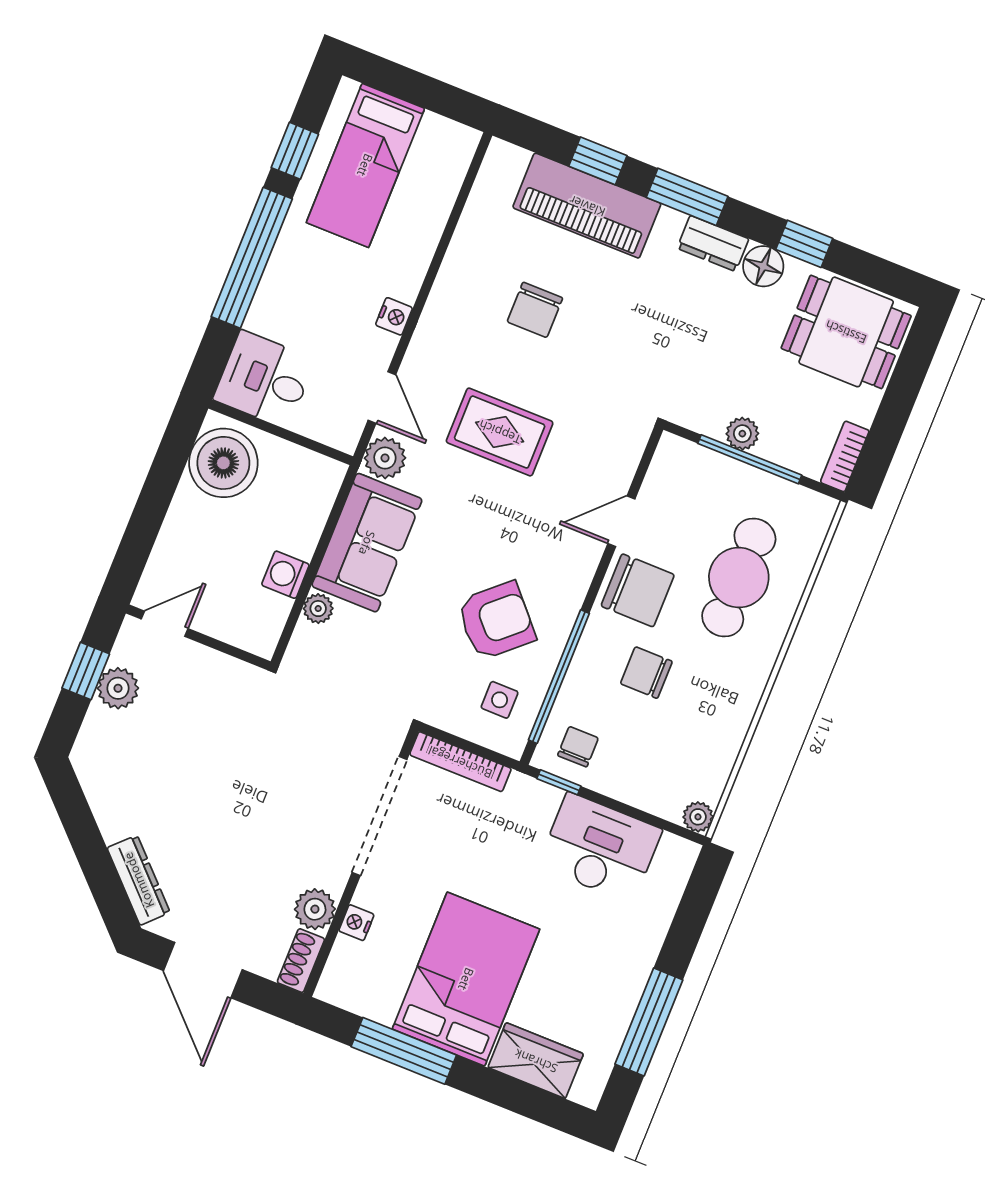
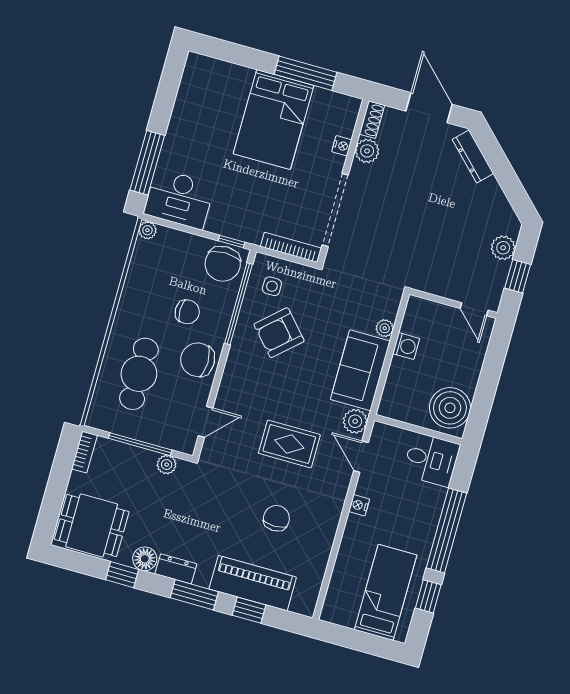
plant: (742, 434) -> (167, 465), moved
door: (621, 521) -> (206, 422), moved
door: (165, 624) -> (474, 309), hinge flipped
plant: (118, 688) -> (503, 248), moved
chair: (578, 747) -> (223, 264), width x1.87, depth x1.87
desk: (600, 848) -> (179, 199), moved
window: (649, 1022) -> (147, 163), moved
wardrobe: (536, 1061) -> (227, 76), removed

